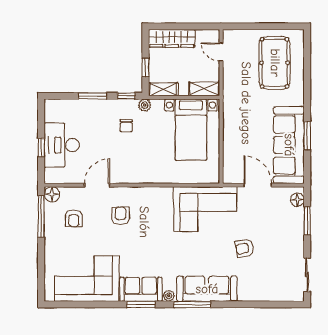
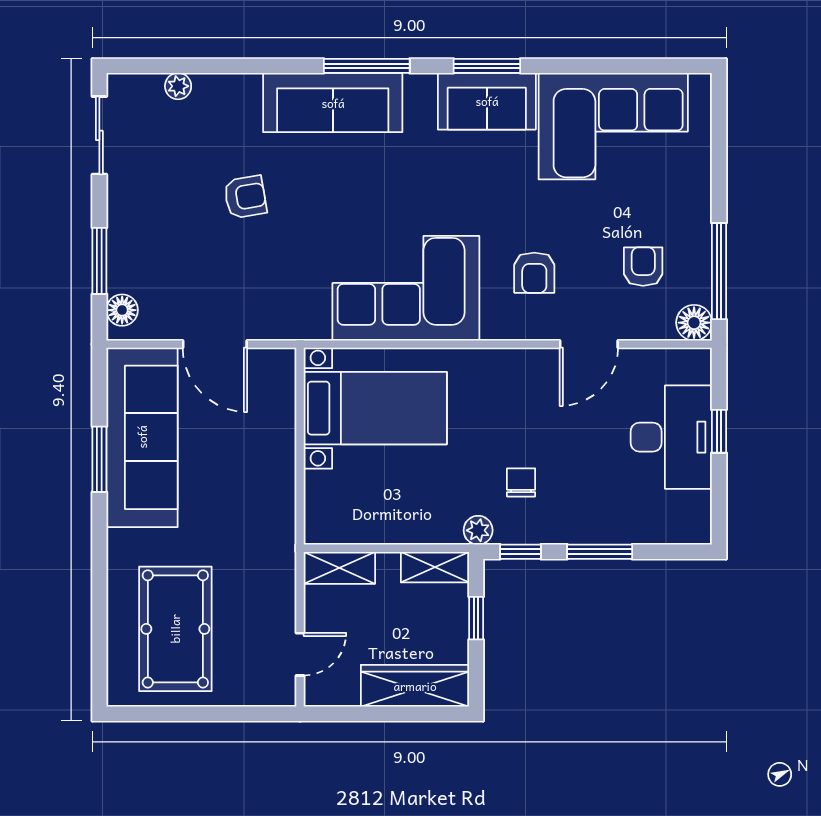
door: (221, 52) -> (300, 654), hinge flipped
bed with nightstands: (191, 130) -> (375, 408), moved, turned 90
corner sofa: (205, 209) -> (406, 288), moved
plant: (169, 296) -> (178, 86), moved

